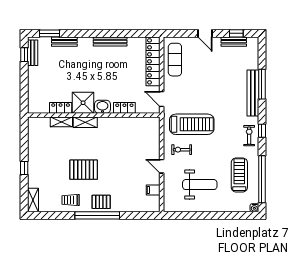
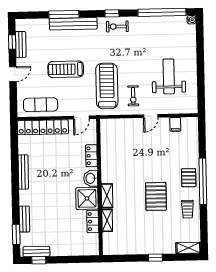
treadmill: (239, 175) -> (66, 69), moved

